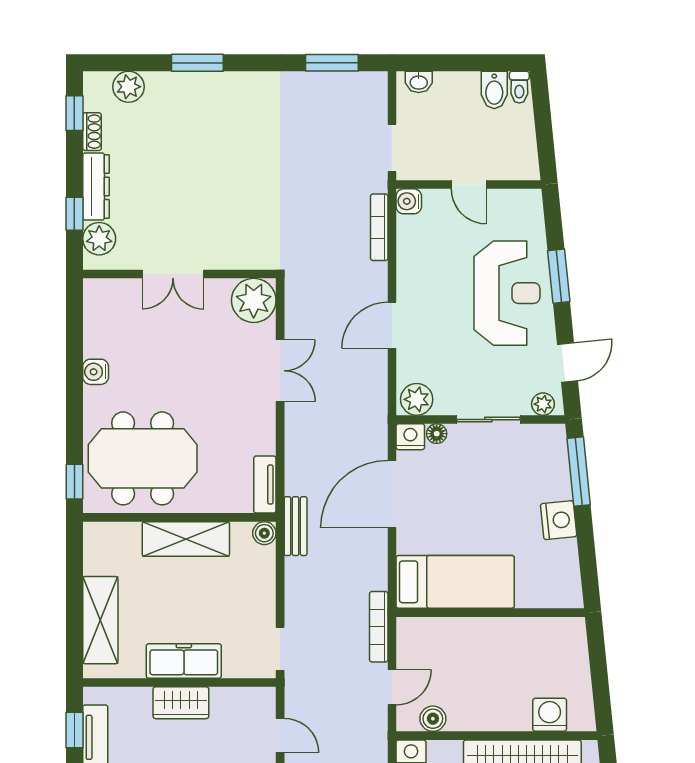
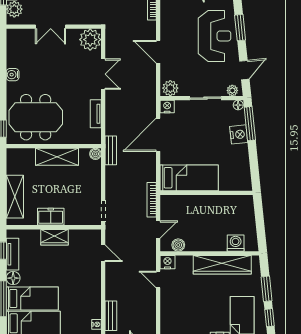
door: (392, 325) -> (158, 52), hinge flipped
floor lamp: (437, 434) -> (238, 105), moved
tv unit: (265, 485) -> (96, 114), moved
nightstand: (559, 520) -> (239, 134), moved
freezer: (184, 661) -> (51, 217), width x0.71

